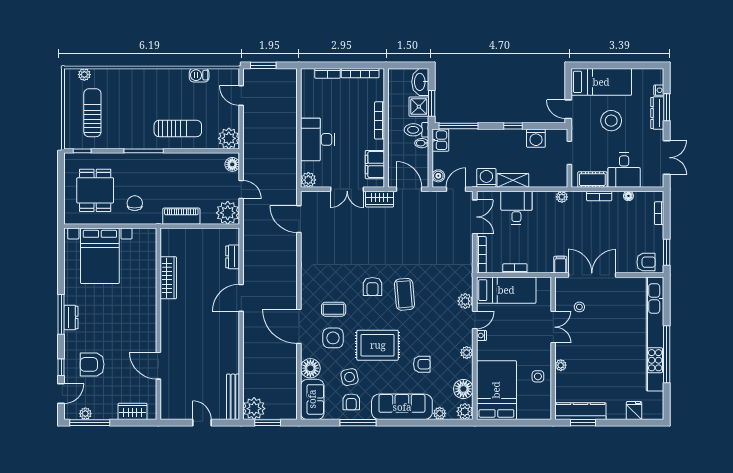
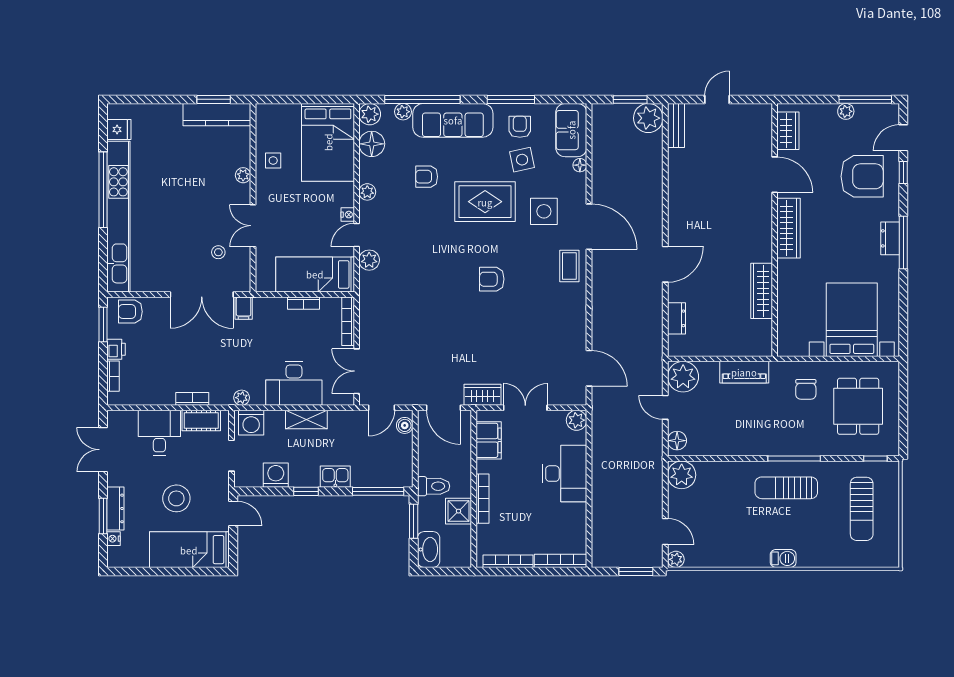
bookcase: (328, 73) -> (561, 561), width x1.56
plant: (84, 75) -> (676, 559), moved
barbecue: (199, 75) -> (783, 558), moved
shower: (419, 107) -> (459, 511), moved
sun lounger: (178, 128) -> (786, 488), moved
kitchen sink: (440, 140) -> (335, 477), moved, turned 90
bidet: (422, 143) -> (427, 469), removed
washing machine: (486, 178) -> (251, 423), moved
floor lamp: (628, 196) -> (154, 399), removed
desk: (516, 208) -> (294, 383), width x1.37
printer: (657, 234) -> (116, 349), added
armchair: (372, 287) -> (492, 279), turned -90
coffee table: (404, 294) -> (449, 269), removed
coffee table: (334, 309) -> (569, 266), moved, turned 90
wardrobe: (148, 325) -> (789, 228), added
armchair: (92, 364) -> (862, 176), width x1.36, depth x1.36
floor lamp: (310, 368) -> (580, 165), width x0.53, depth x0.53
bench: (233, 397) -> (676, 125), width x0.73
wardrobe: (132, 411) -> (788, 131), moved, turned -90
fridge: (634, 411) -> (119, 129), moved, turned -90
plant: (85, 414) -> (846, 111), moved
door: (202, 423) -> (717, 99), swing flipped
window: (425, 423) -> (422, 99), added

